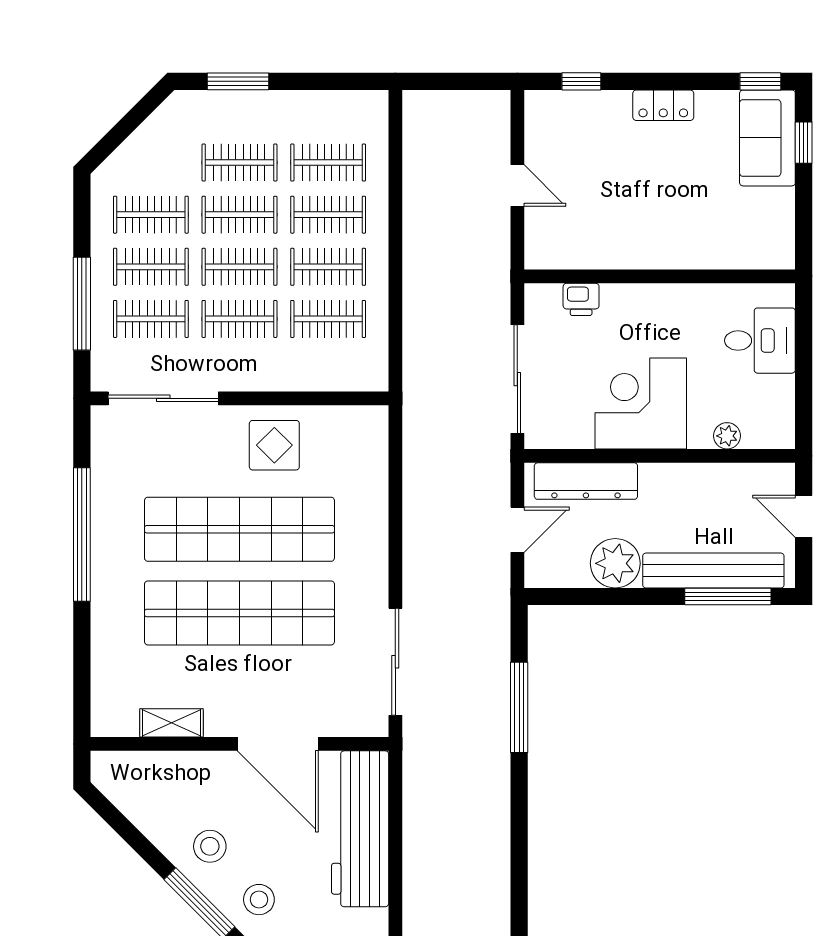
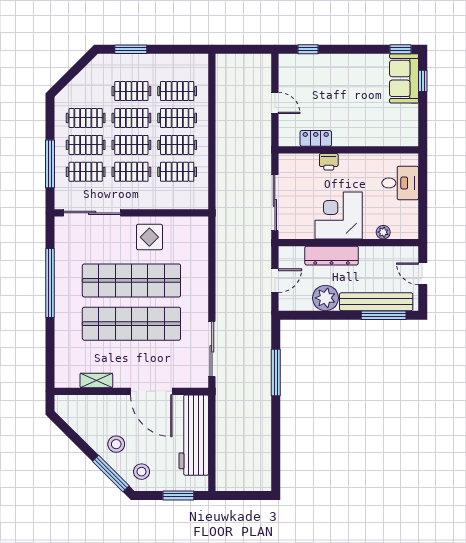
locker: (663, 105) -> (316, 138), moved, turned 180
printer: (581, 299) -> (329, 162), moved
dresser: (586, 481) -> (332, 256), moved

